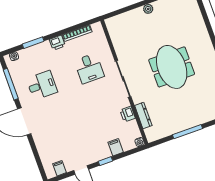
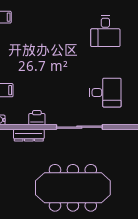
meeting table: (172, 67) -> (73, 188), width x1.36
desk: (89, 68) -> (105, 93), turned 180

